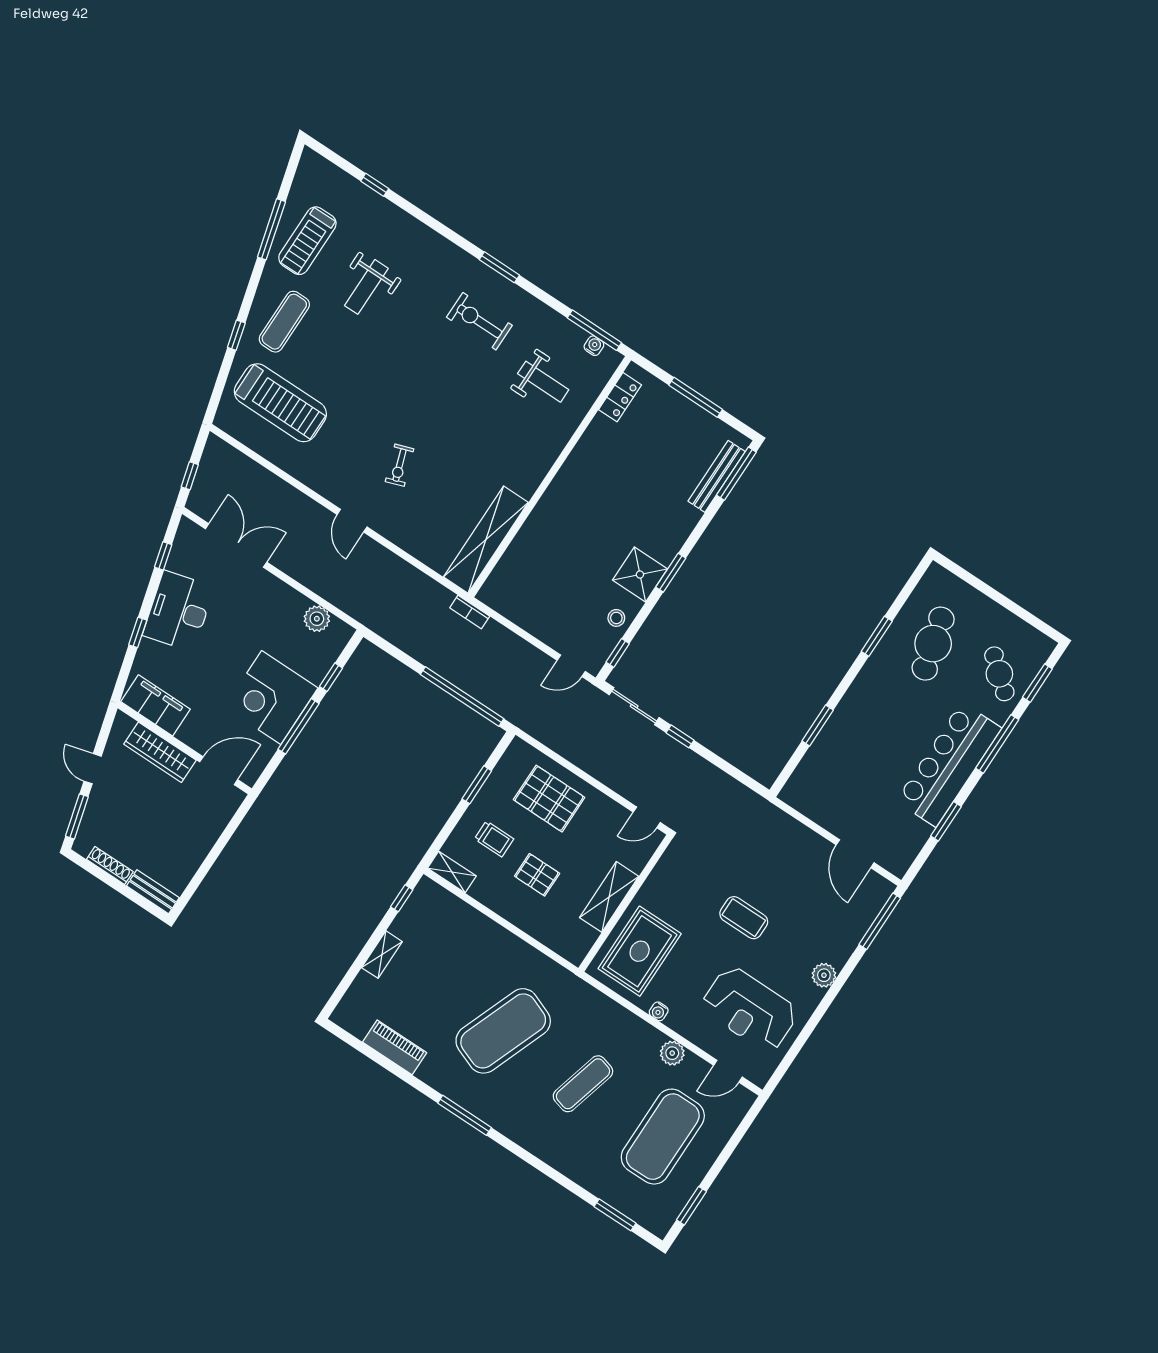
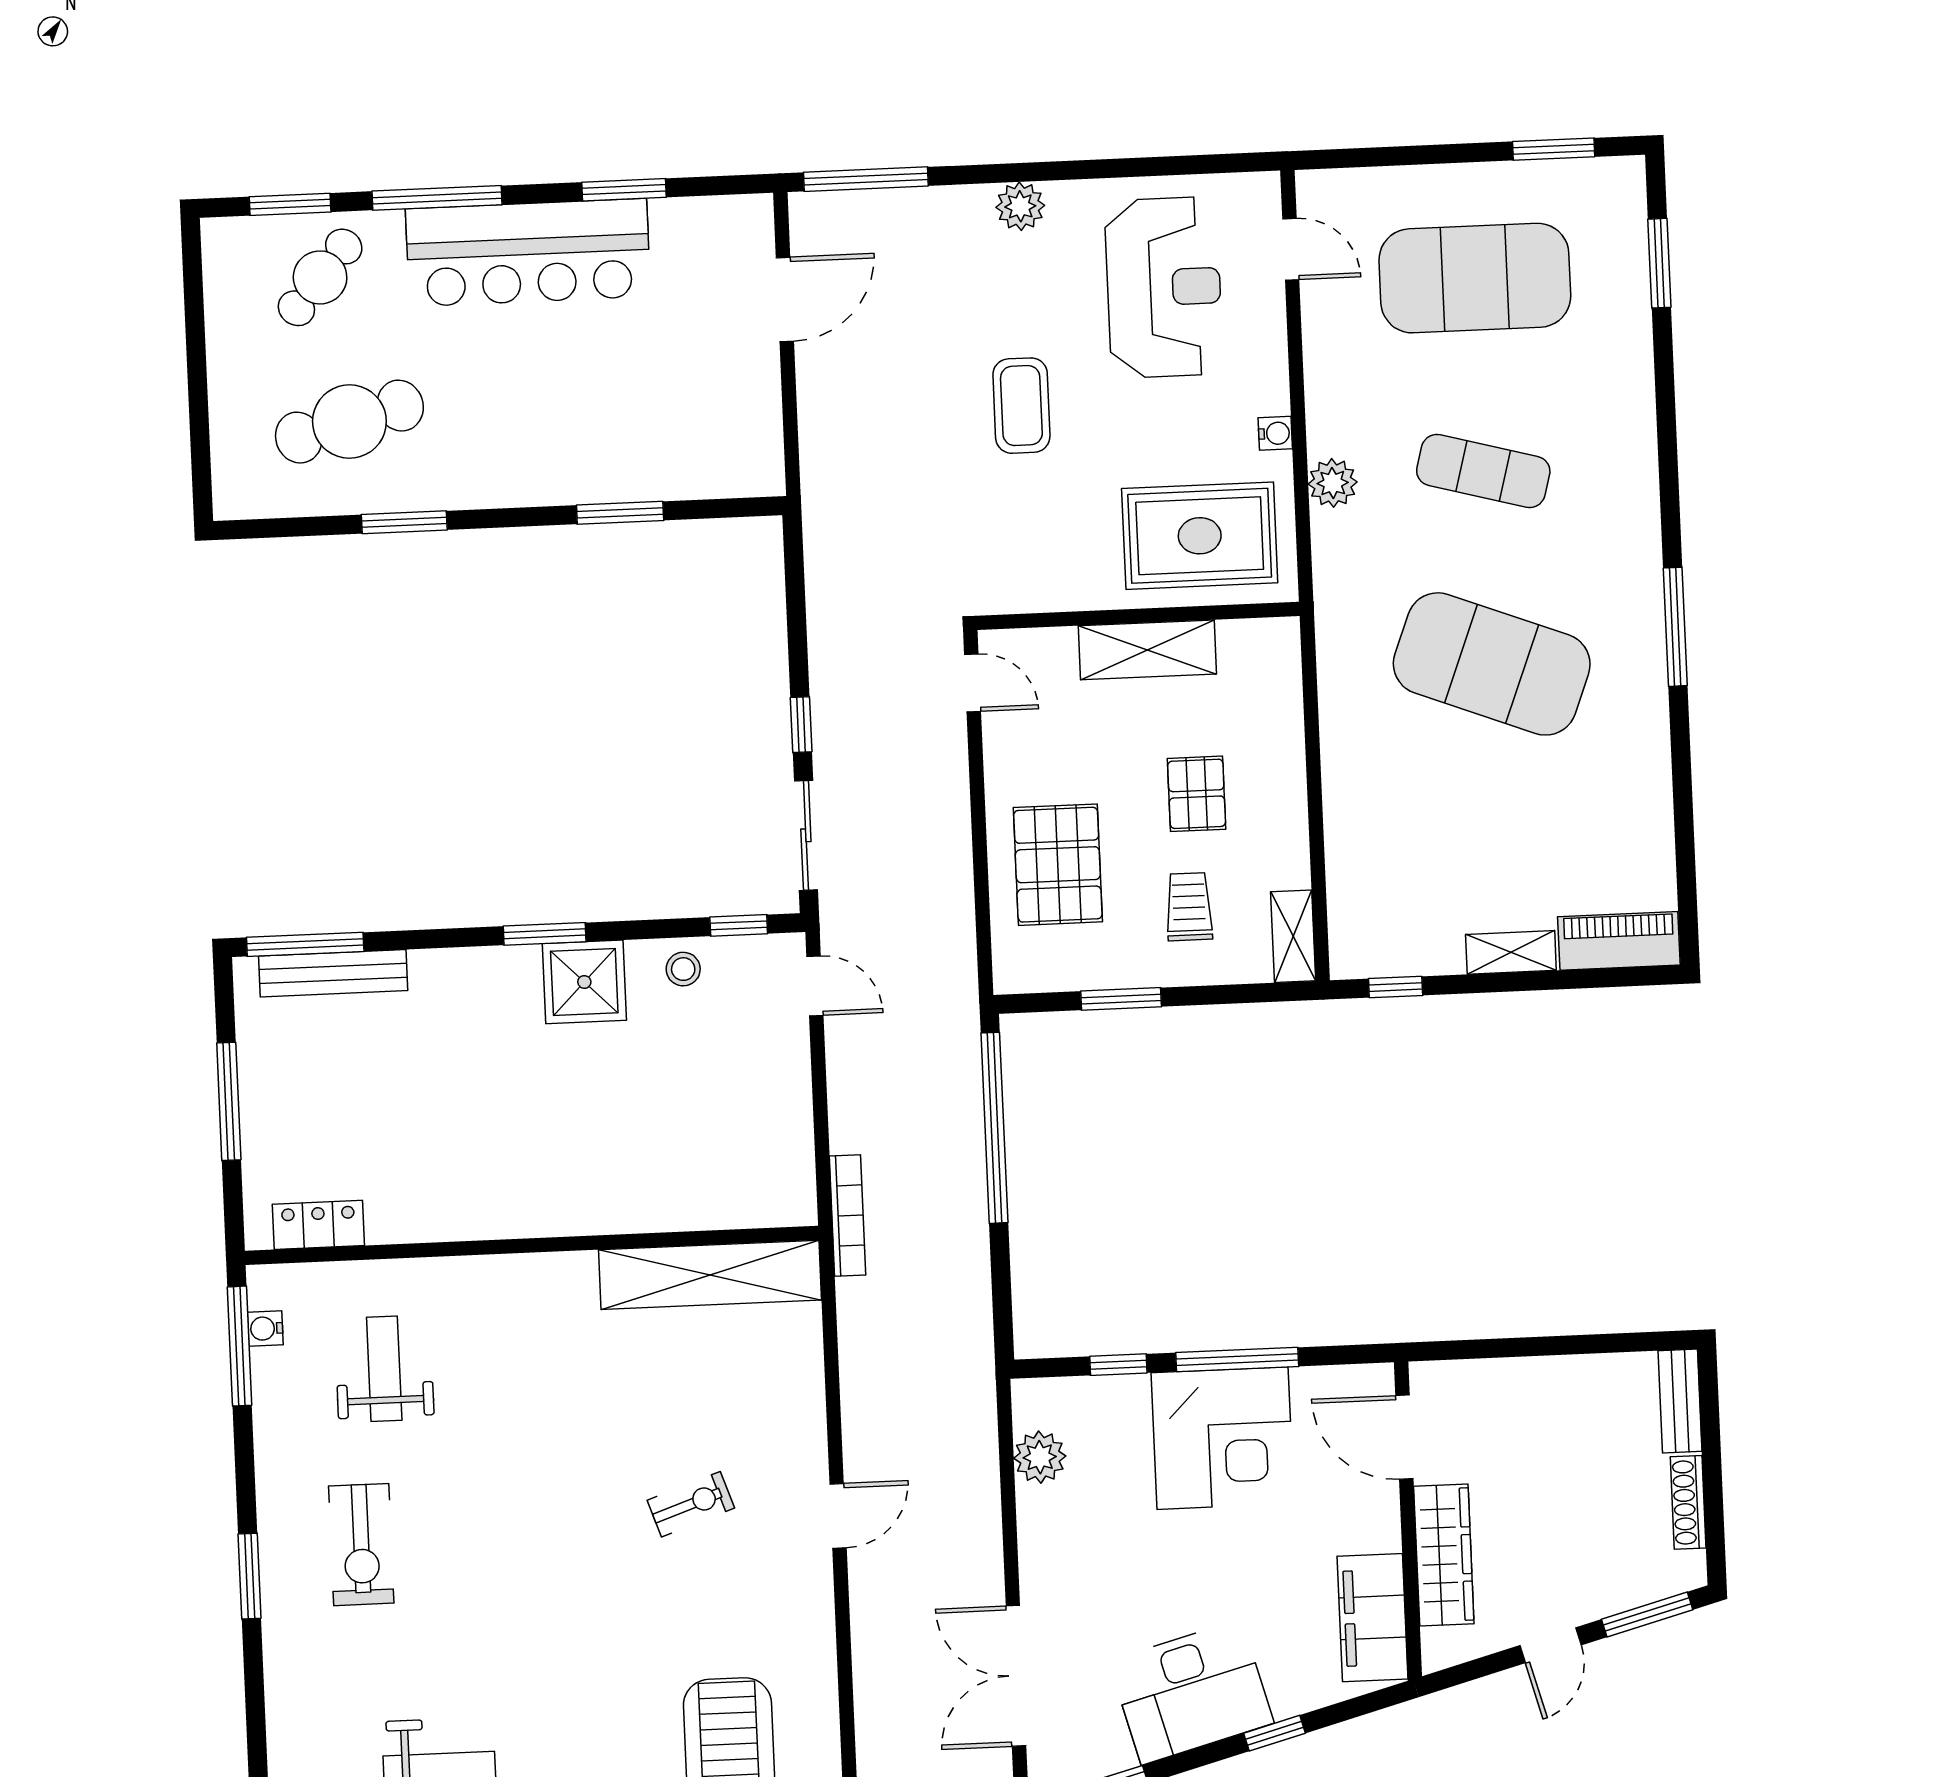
bookcase: (470, 612) -> (847, 1215), width x1.56
piano: (395, 1047) -> (1619, 941), moved, turned 90
plant: (672, 1053) -> (1333, 483), moved

